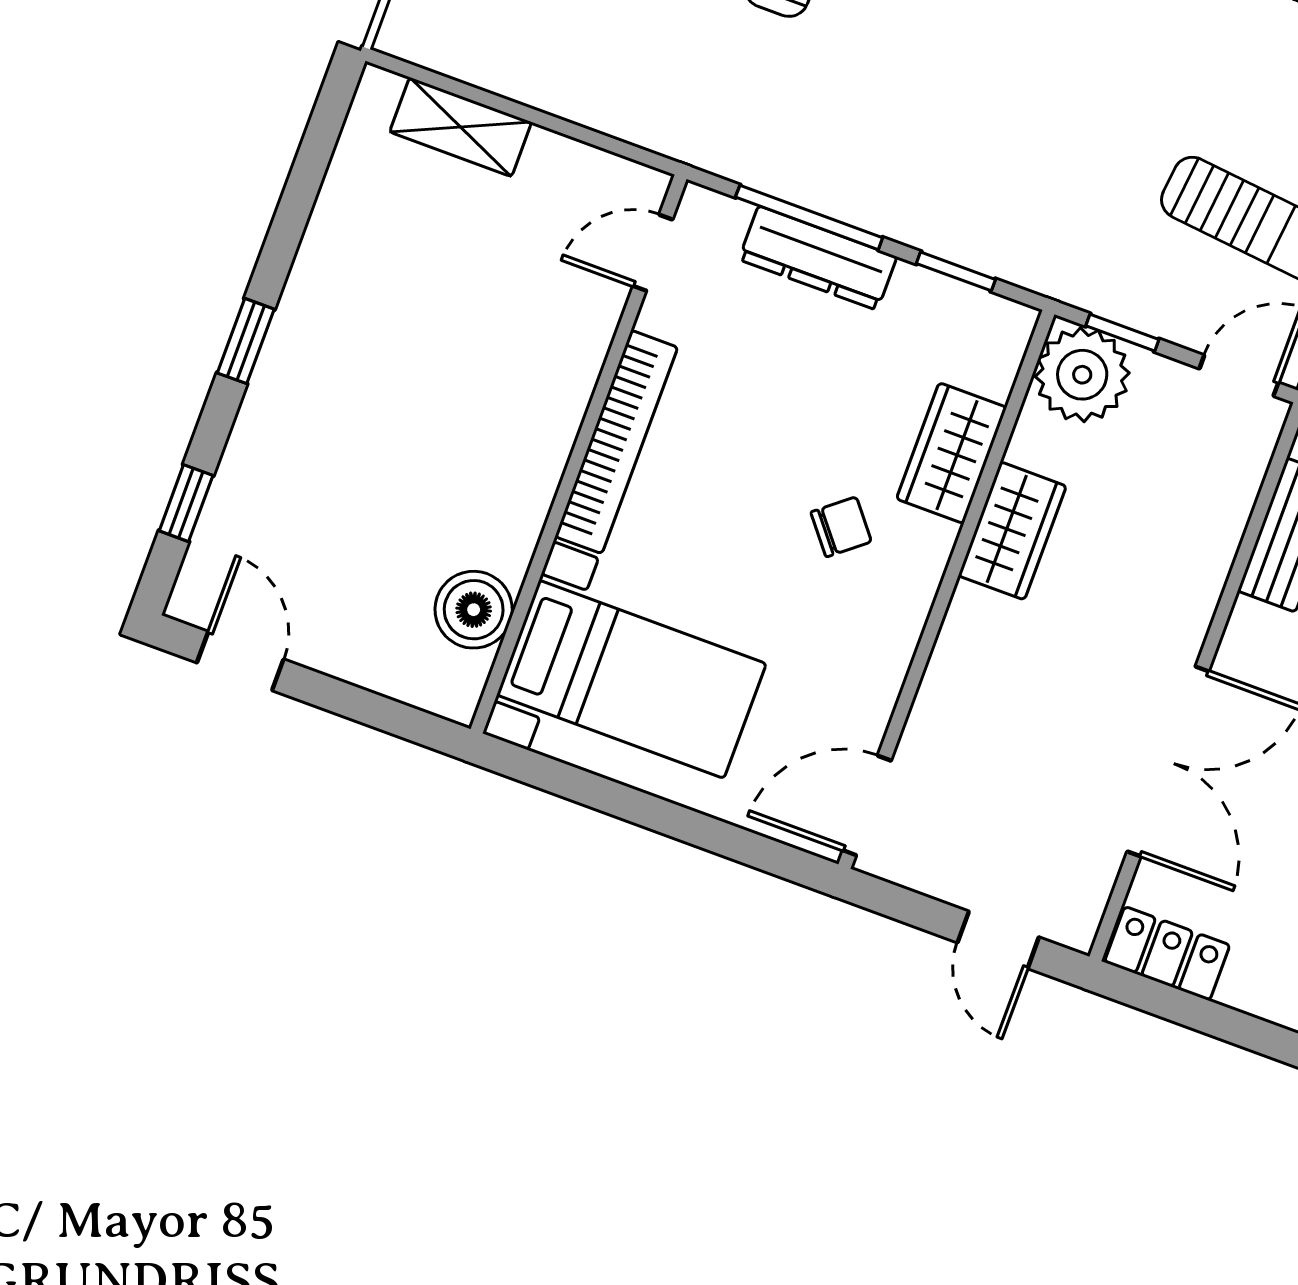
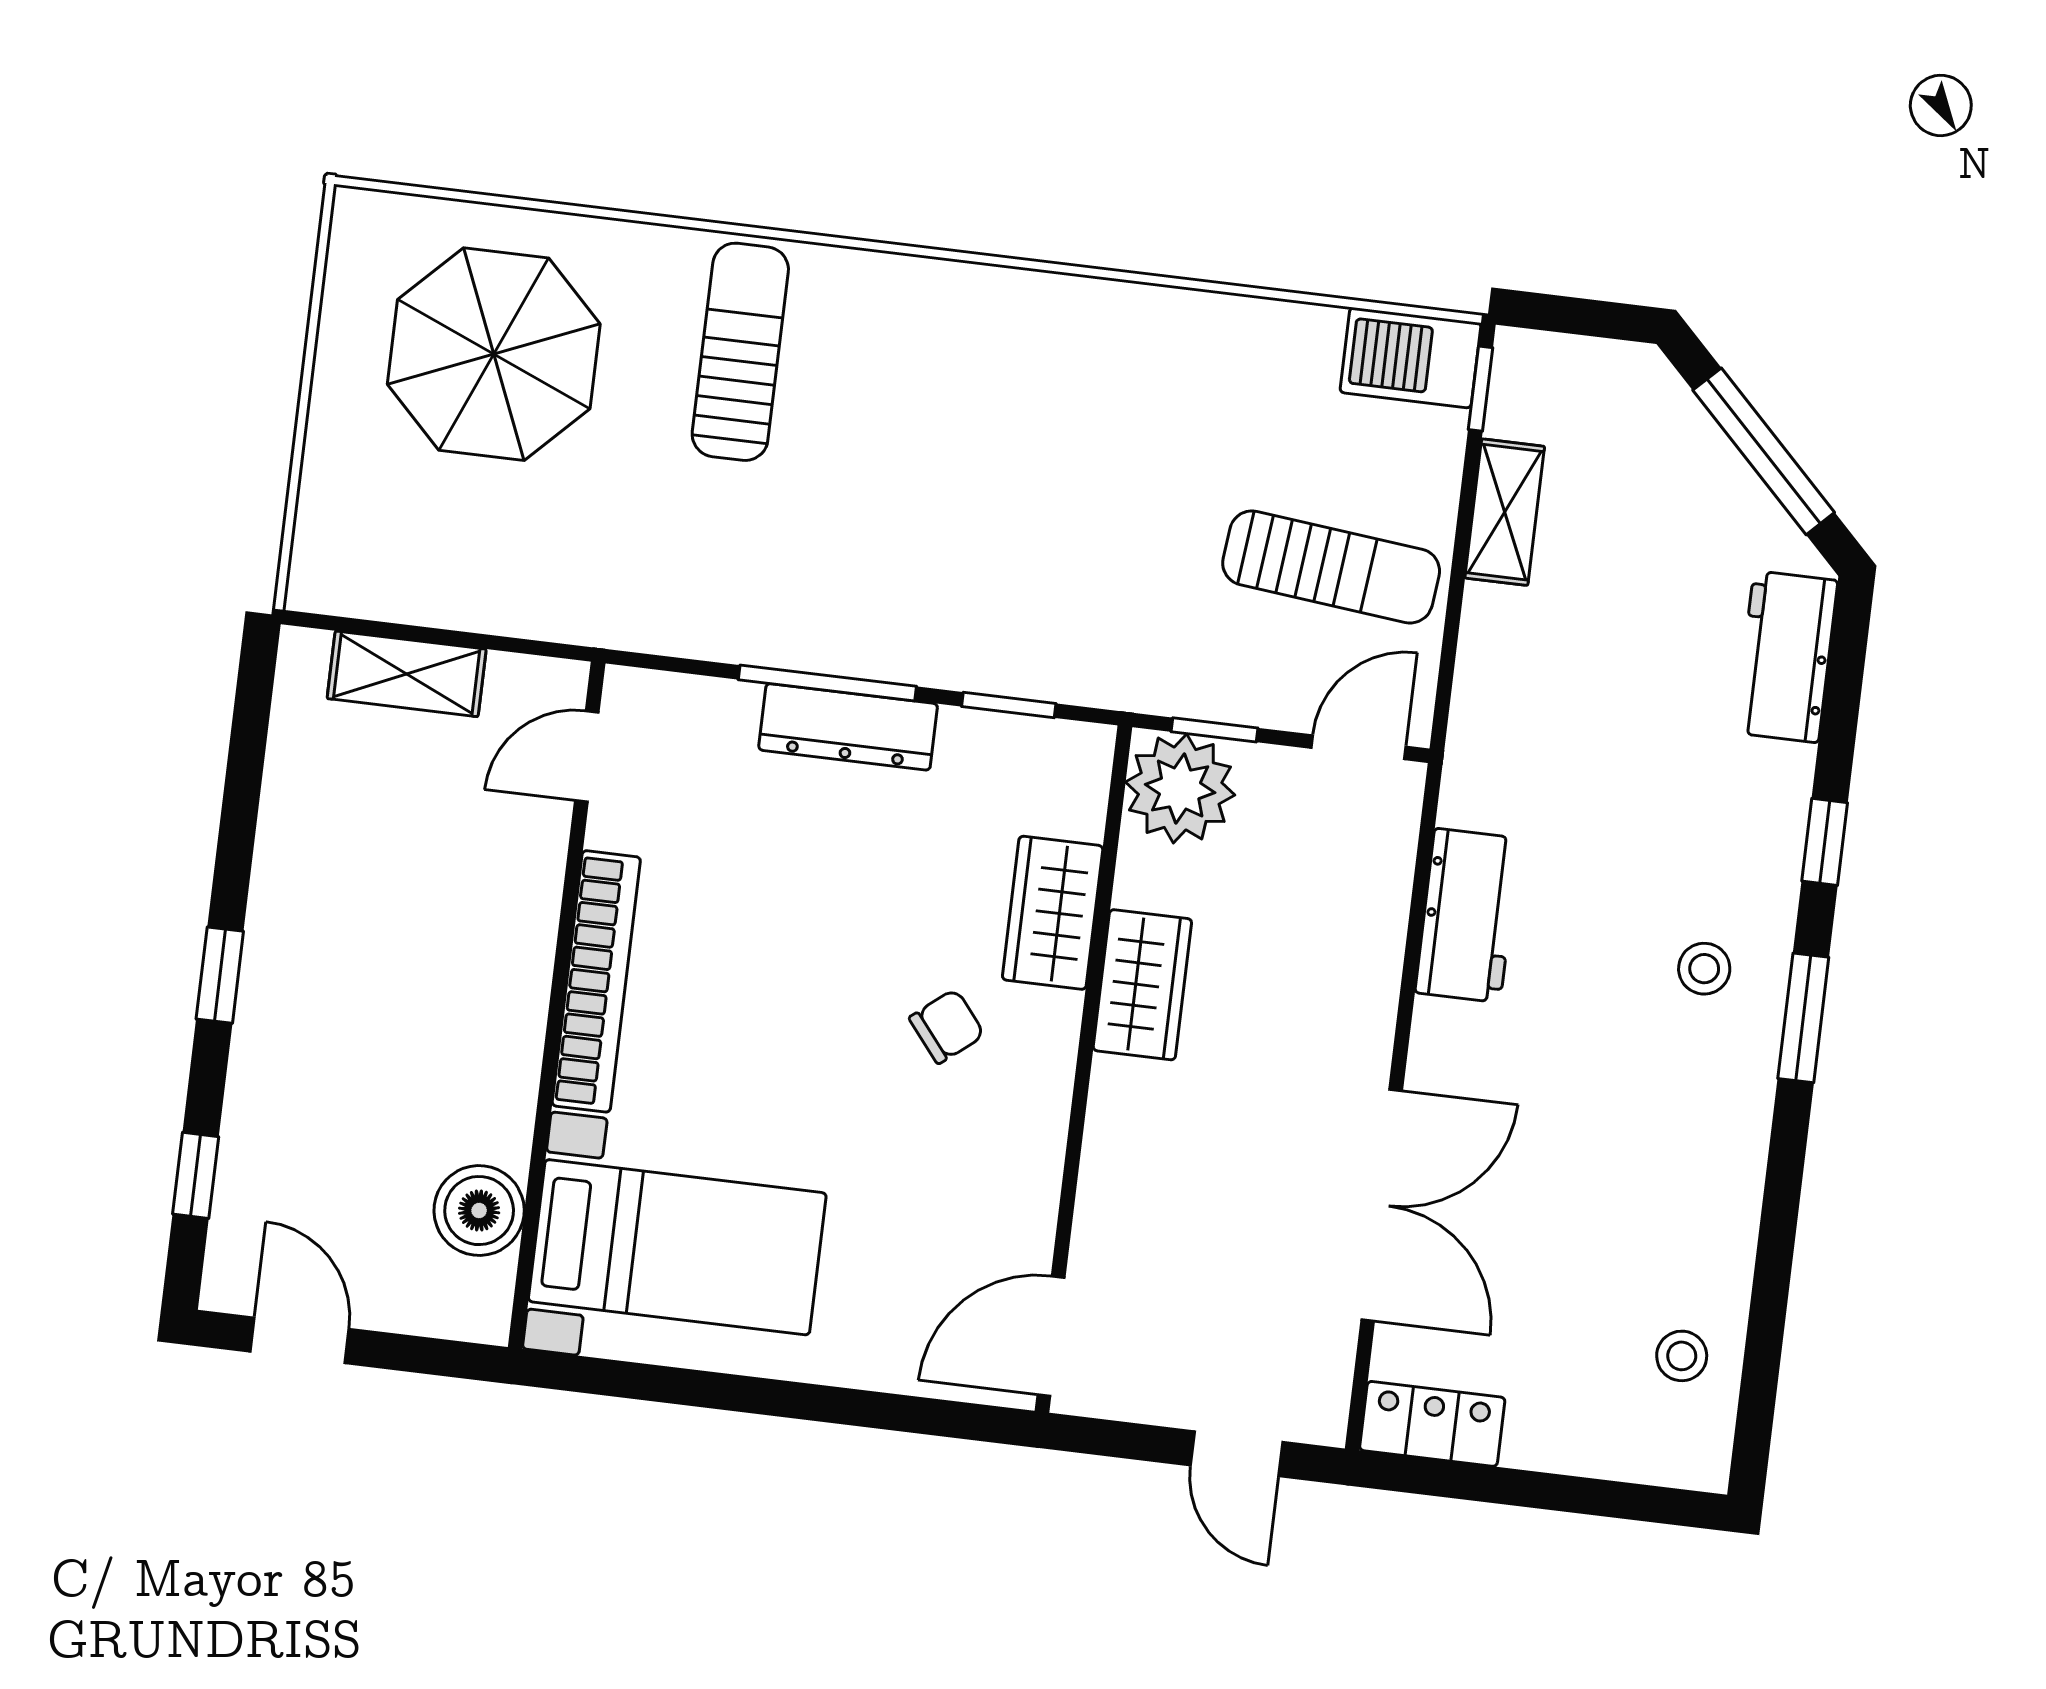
door: (653, 253) -> (587, 756), moved
bookcase: (616, 442) -> (596, 981), moved
wall: (579, 454) -> (557, 1005), moved
boiler: (474, 610) -> (479, 1211), moved
bed with nightstands: (631, 679) -> (677, 1247), moved

